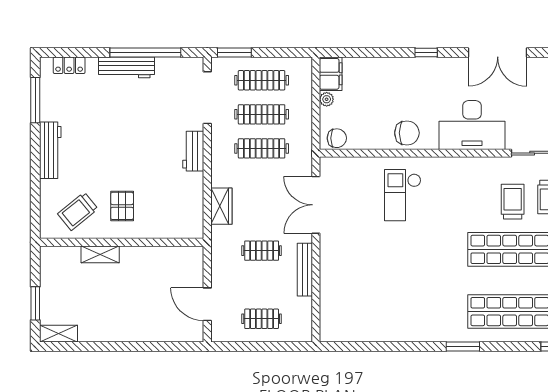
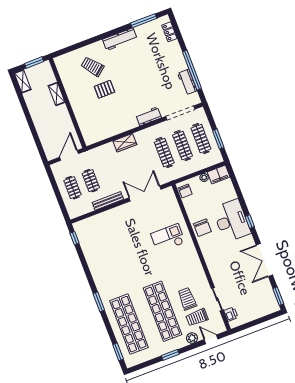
window: (234, 52) -> (218, 139), moved
workbench: (126, 67) -> (187, 82), moved, width x0.73
desk: (472, 125) -> (232, 221), moved, turned 180
trolley: (513, 202) -> (187, 299), turned -90
wall: (122, 242) -> (68, 103), moved
clothes rail: (262, 251) -> (91, 181), moved
shelving: (100, 254) -> (57, 94), moved
window: (345, 347) -> (75, 238), added

